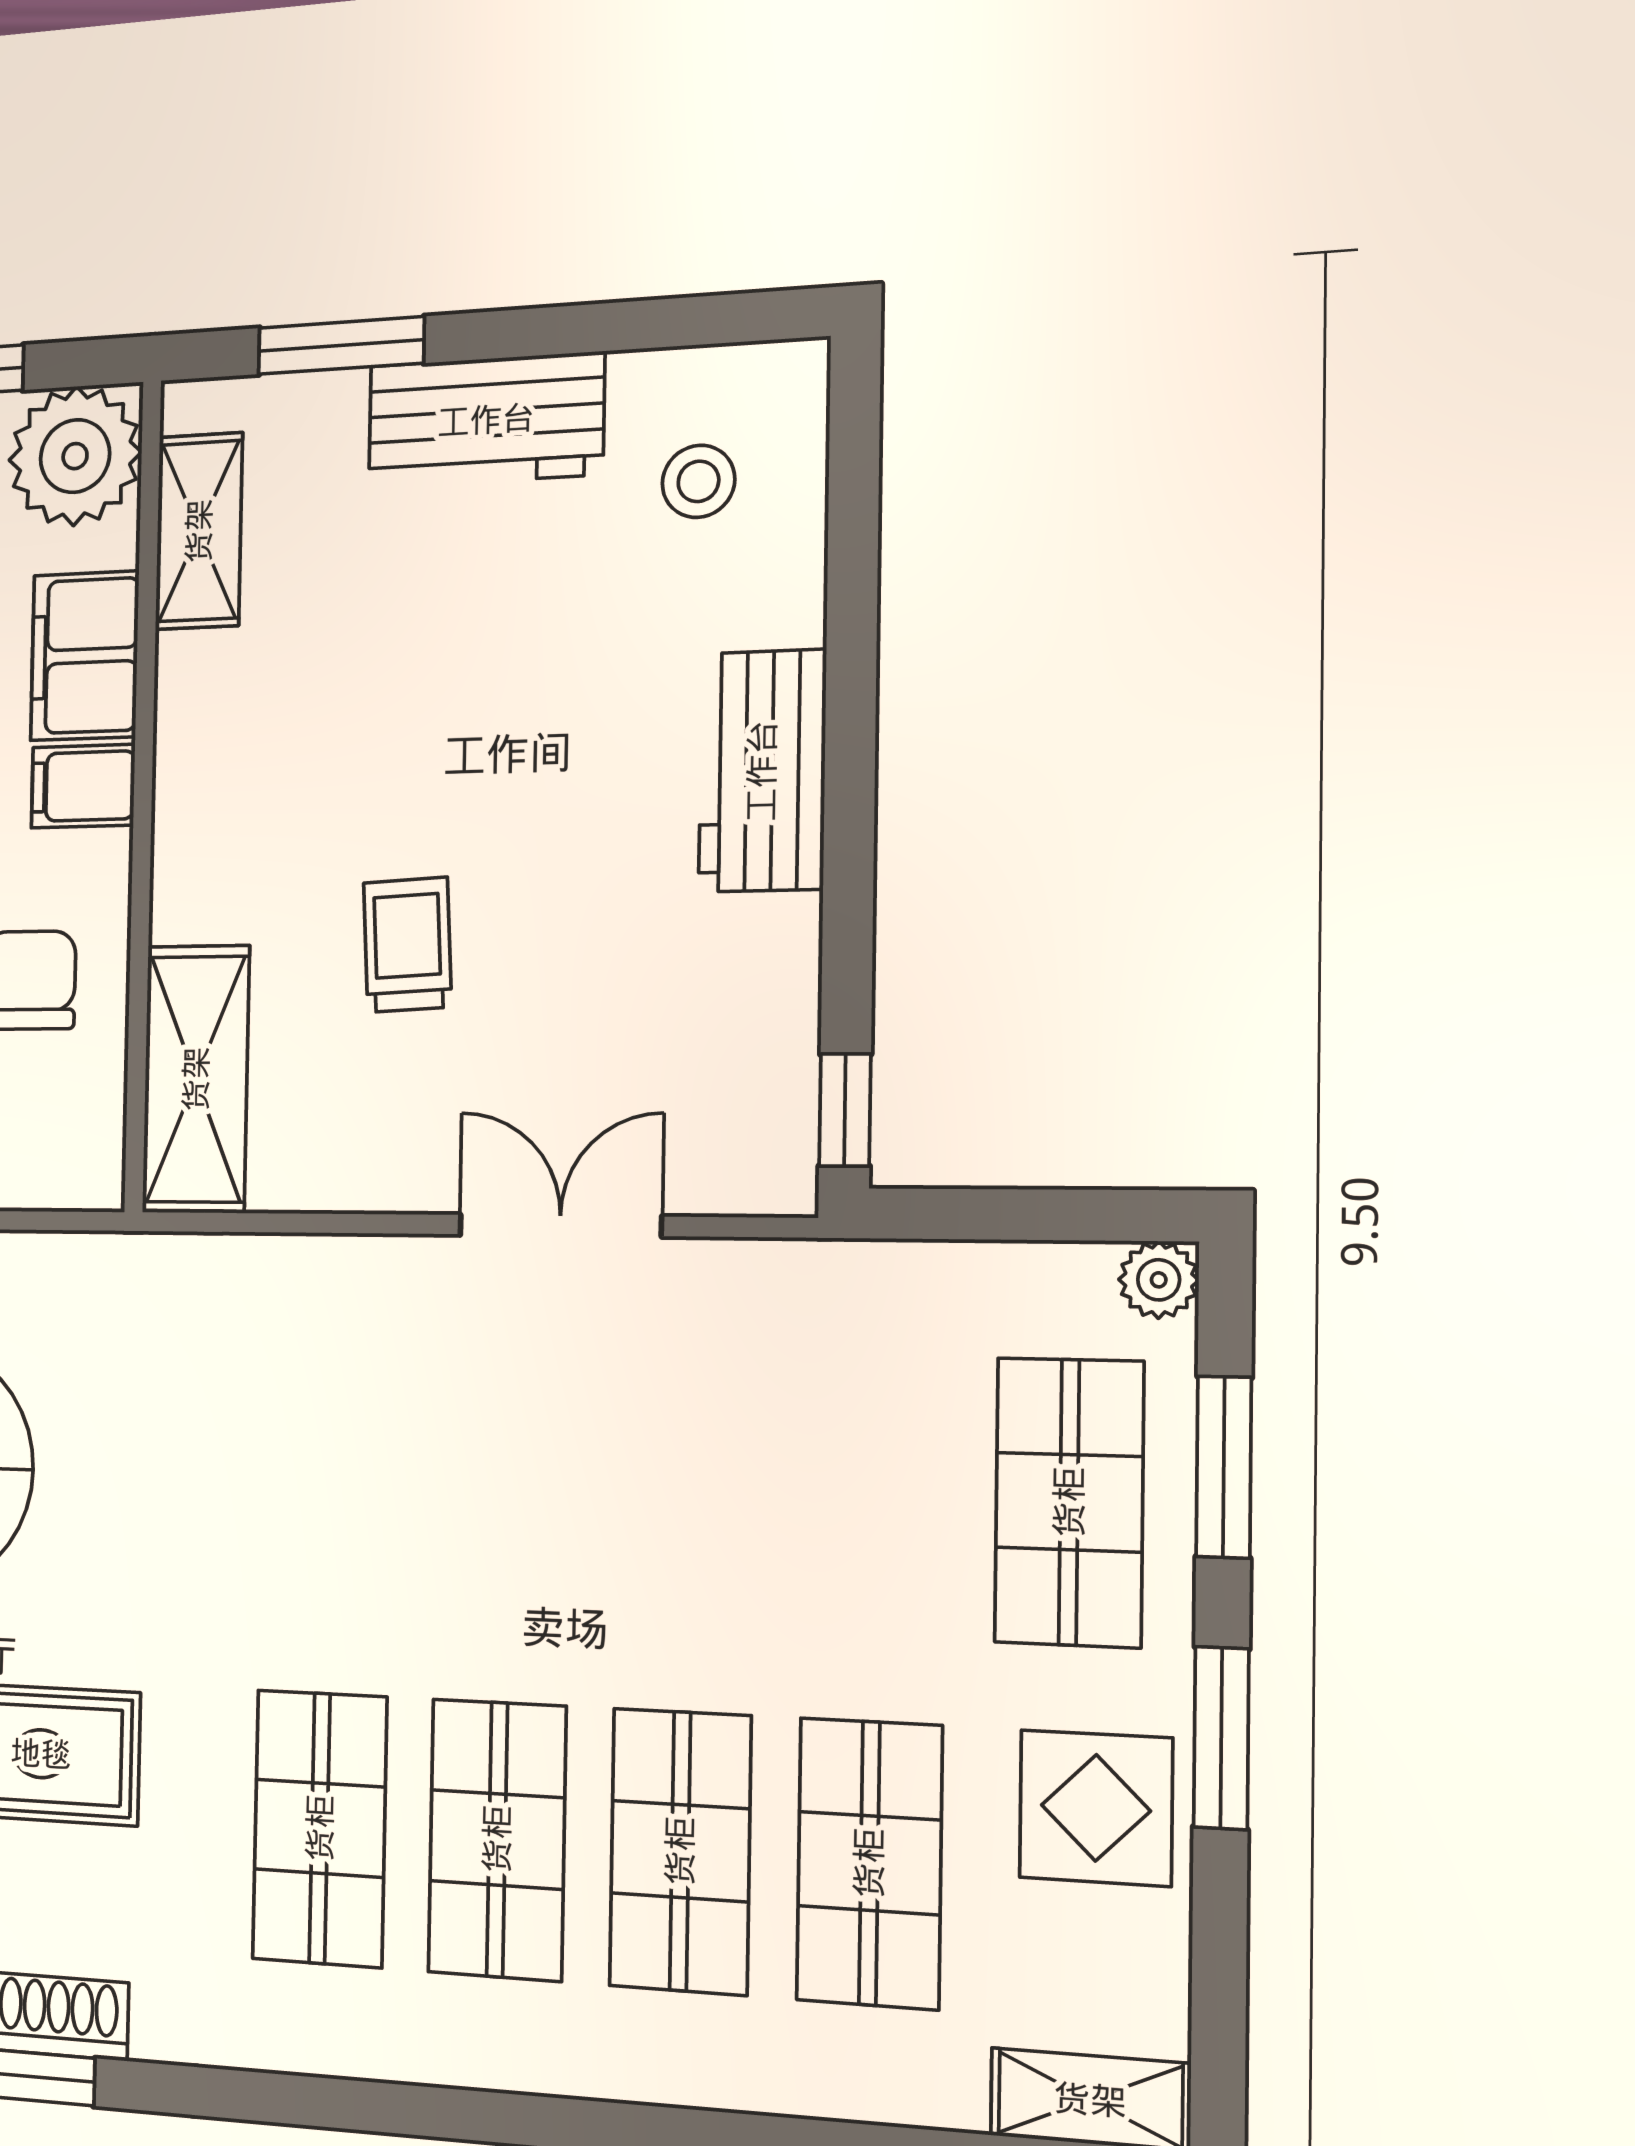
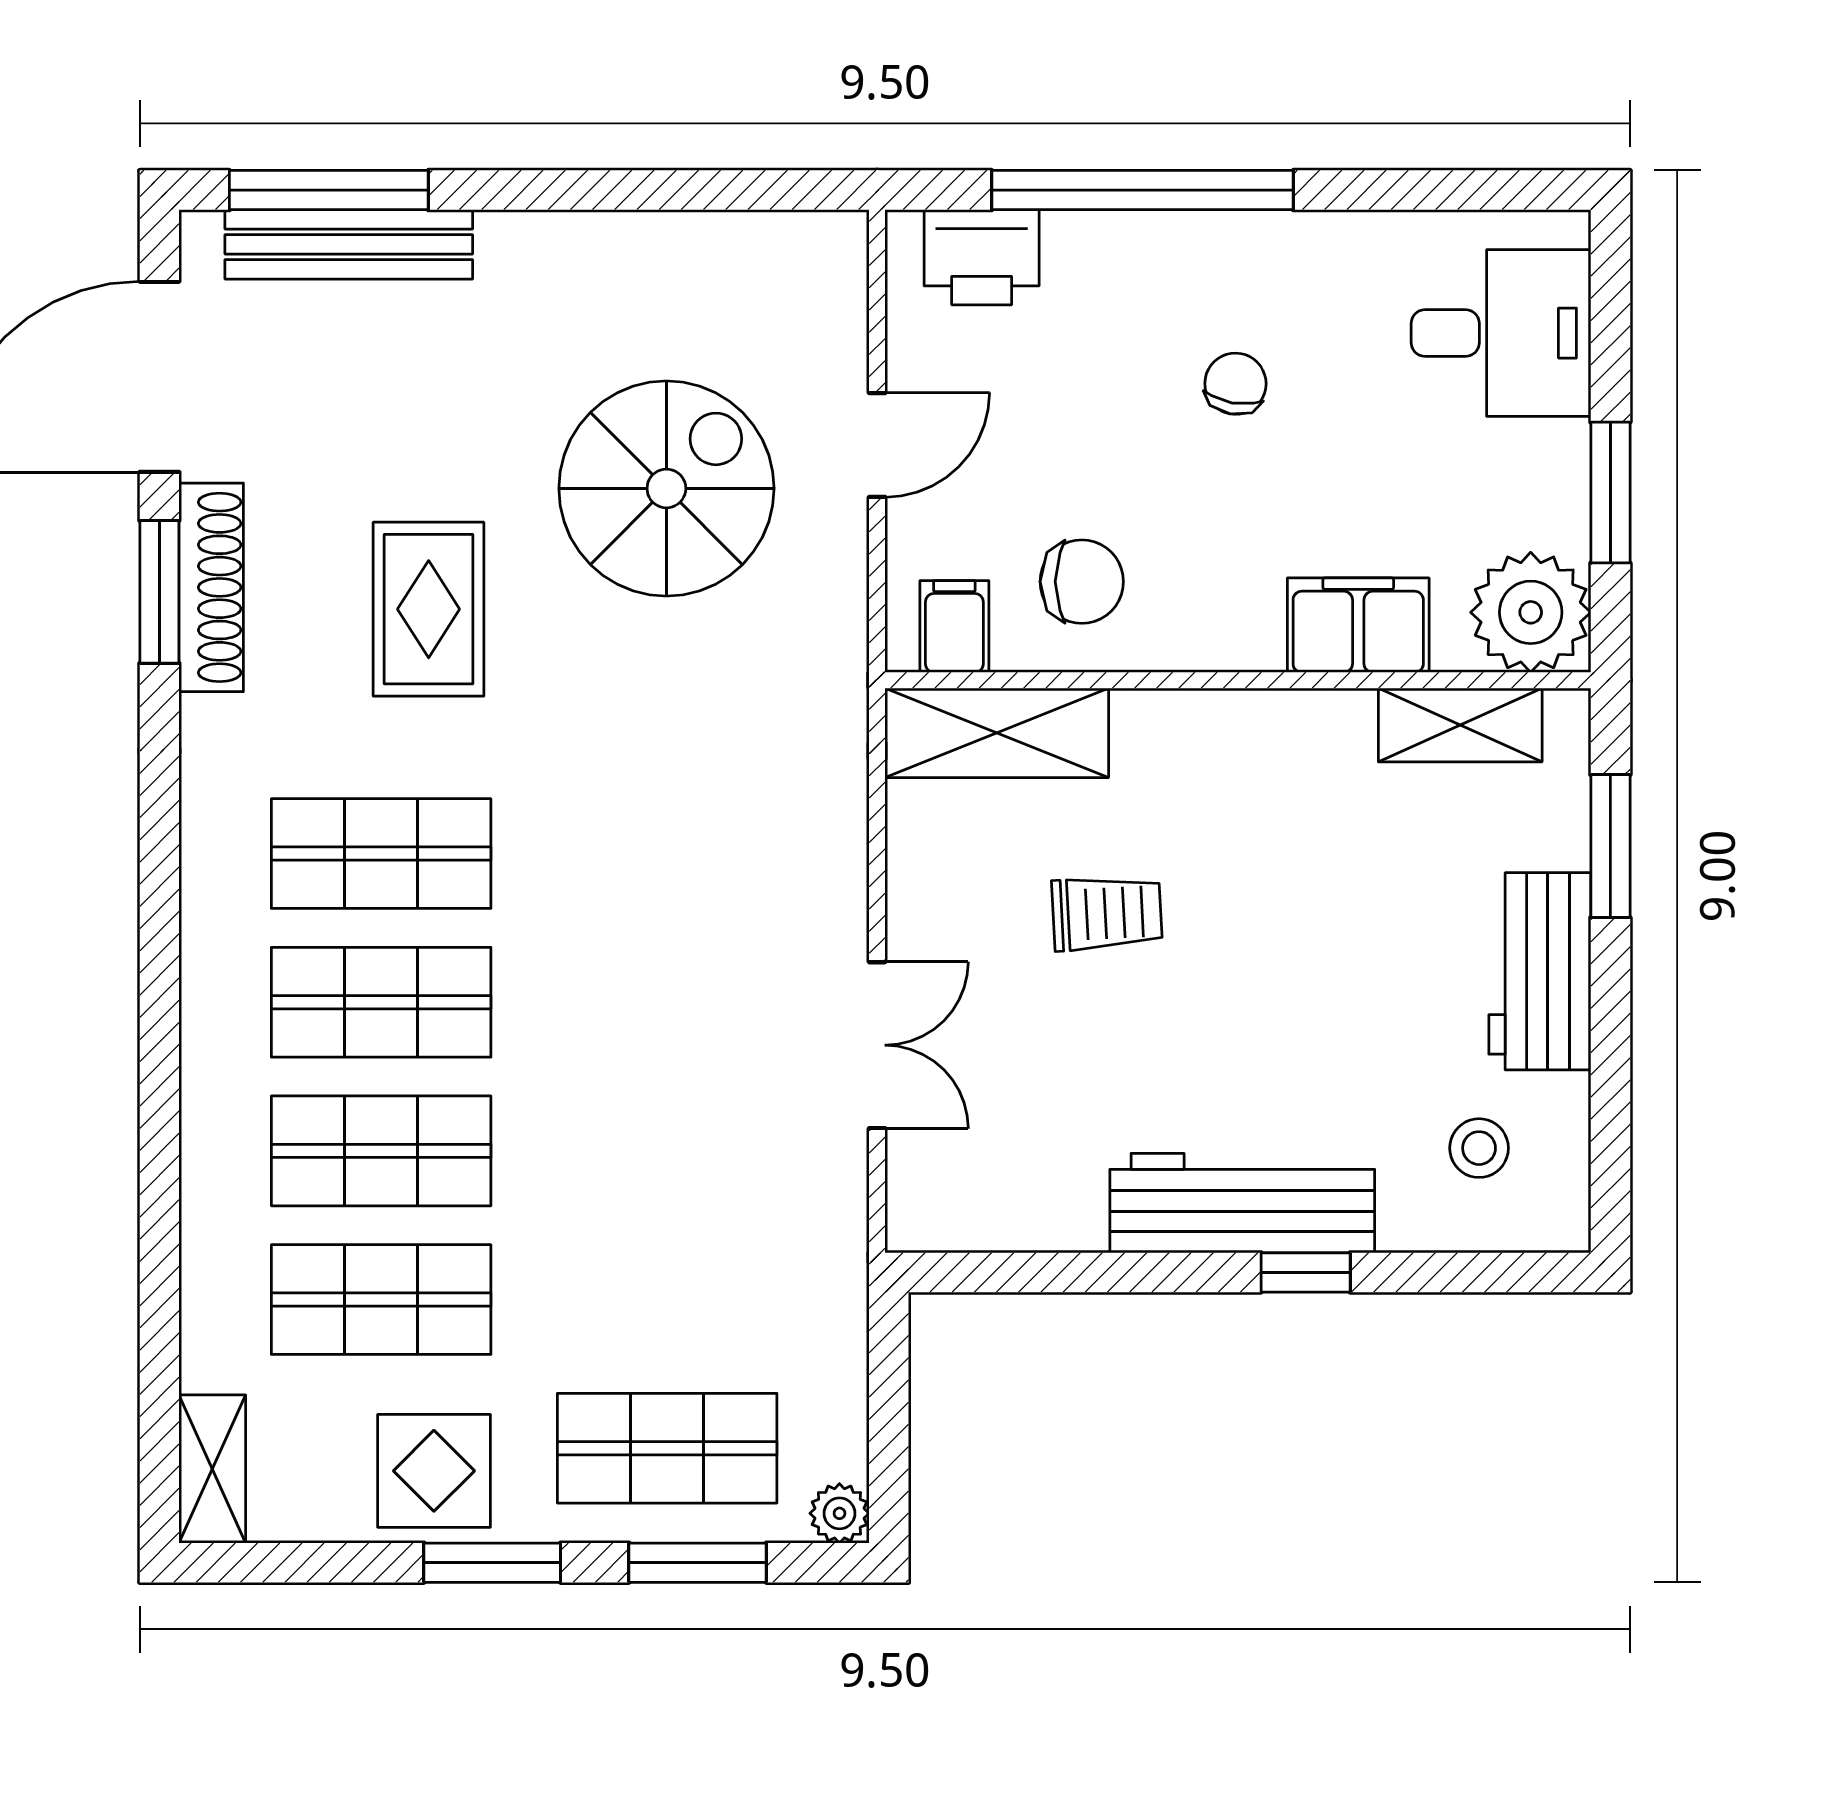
workbench: (762, 771) -> (1242, 1203), width x1.37
filing cabinet: (83, 786) -> (954, 627), moved
window: (845, 1110) -> (1306, 1272), moved

